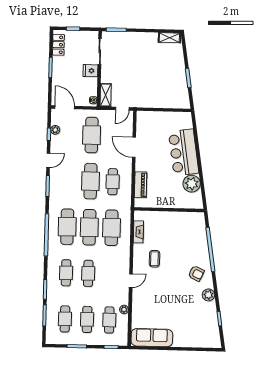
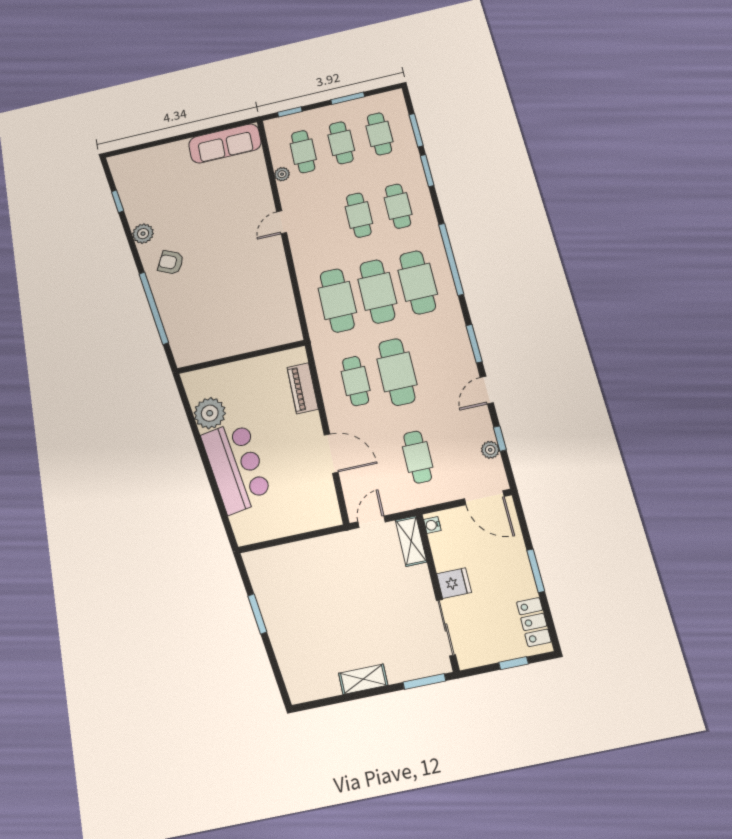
shelving: (169, 38) -> (363, 679), moved
cafe table: (92, 135) -> (418, 457), width x0.73, depth x0.74
fireplace: (138, 232) -> (287, 306), removed
coffee table: (154, 259) -> (248, 268), removed

